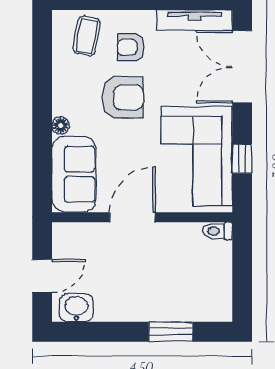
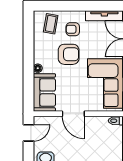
door: (132, 217) -> (73, 114), swing flipped
door: (42, 276) -> (29, 133), moved

